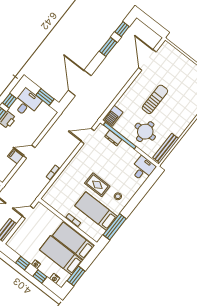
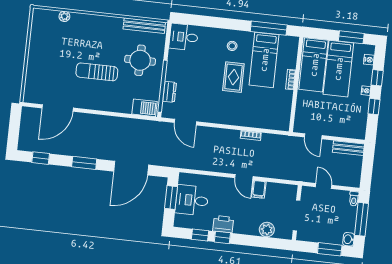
window: (108, 47) -> (84, 163), moved
desk: (27, 103) -> (192, 200), moved

